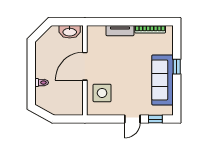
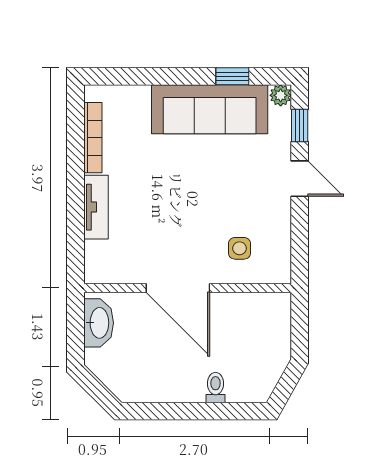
window: (177, 67) -> (232, 76), moved
side table: (102, 93) -> (240, 248), width x0.54, depth x0.54
plant: (168, 111) -> (281, 95), added

